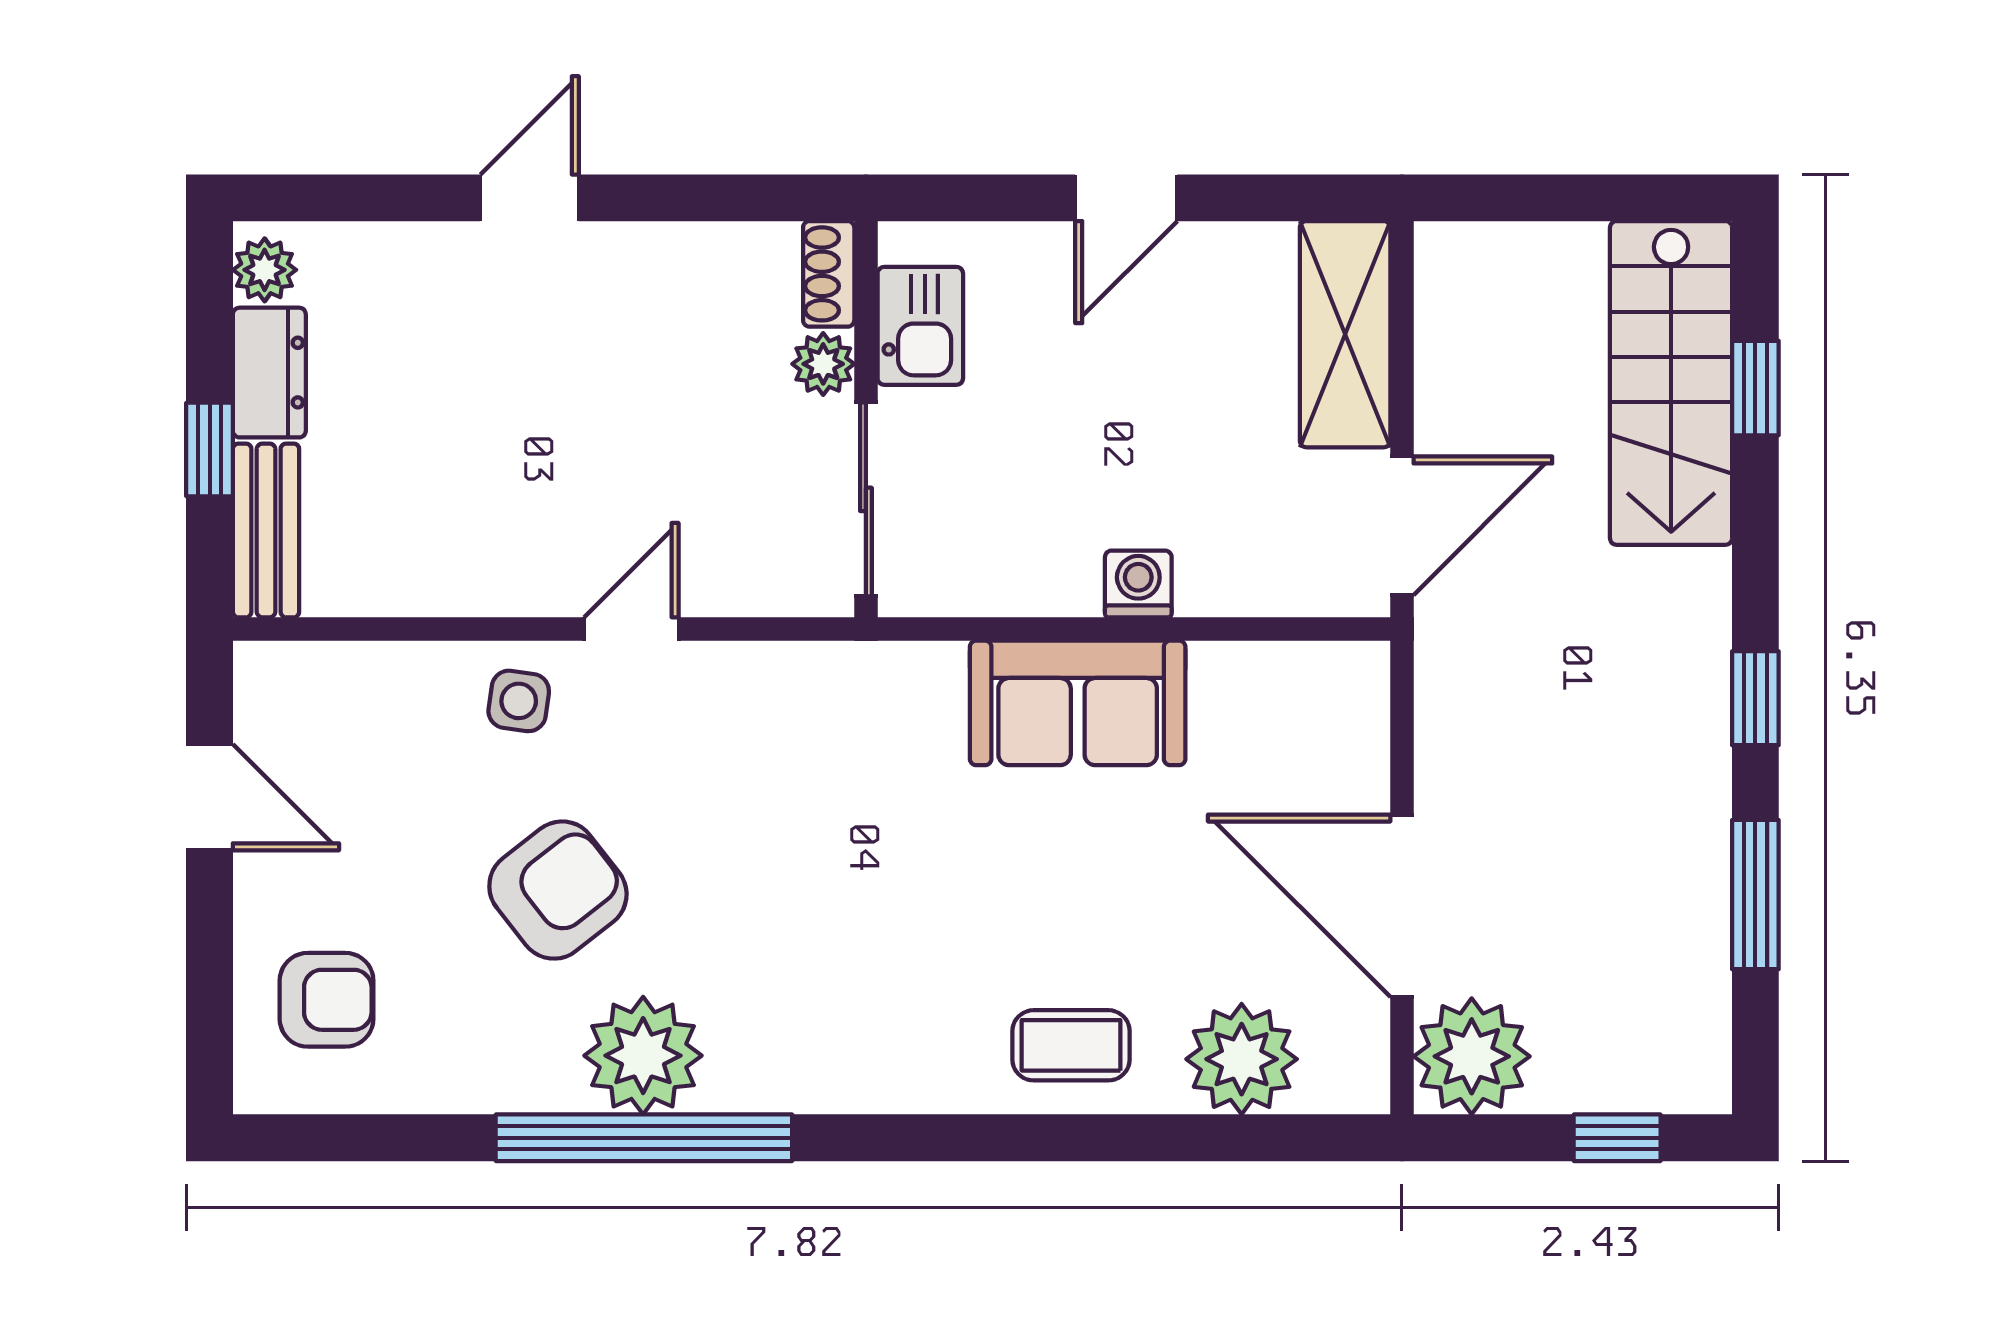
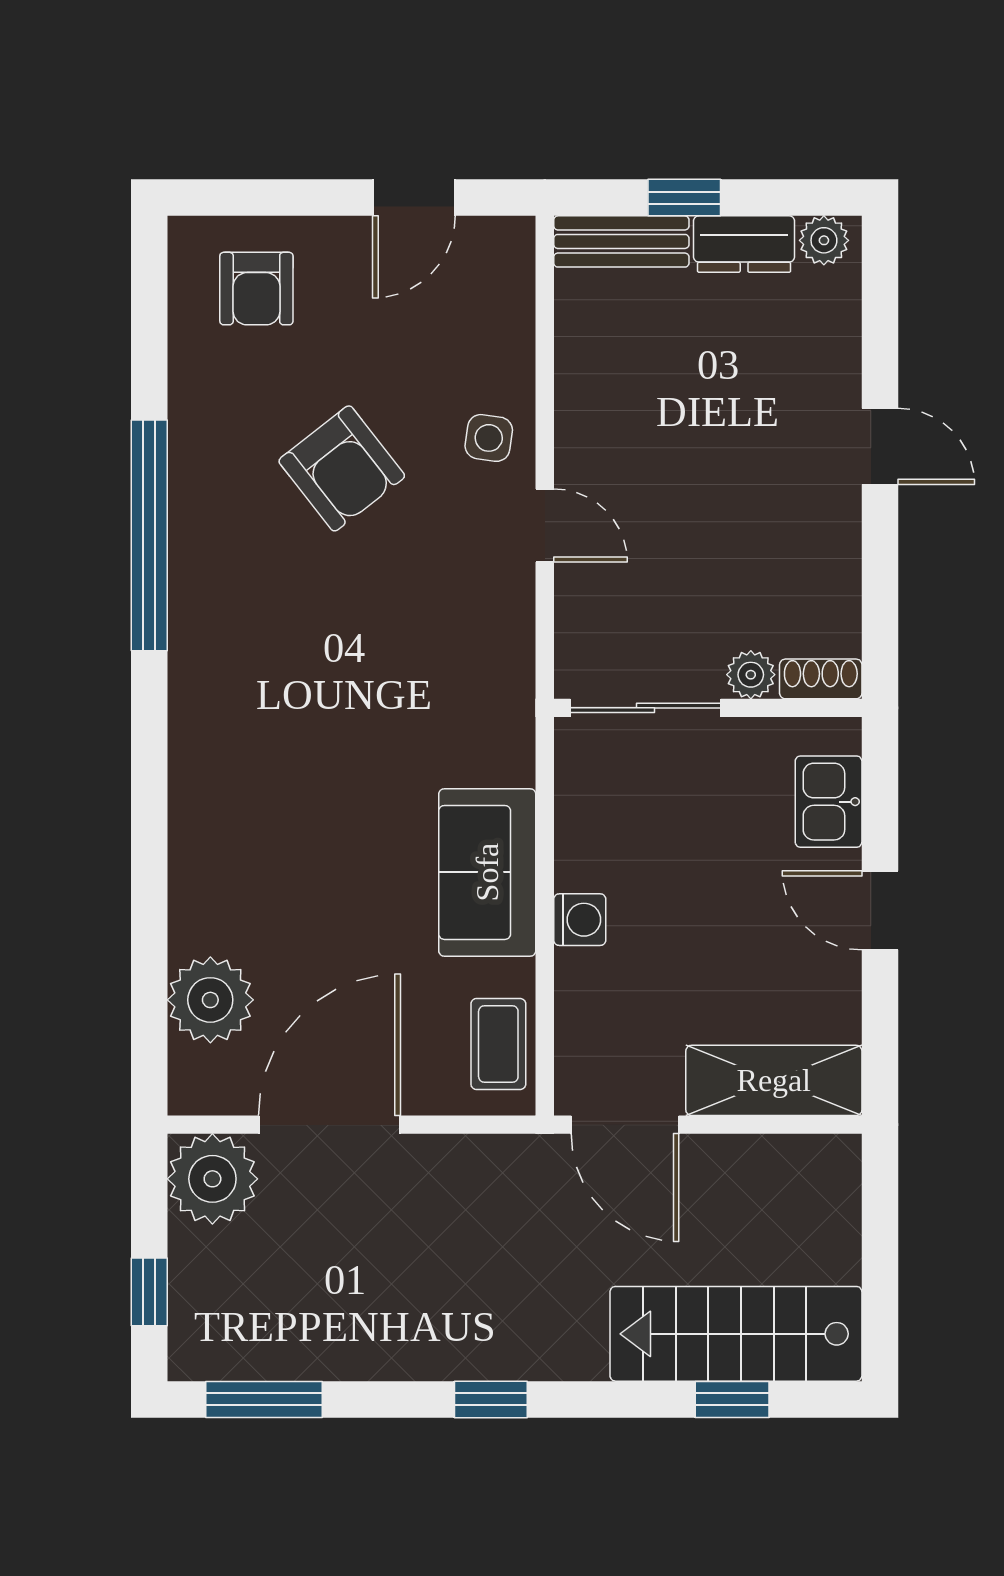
kitchen sink: (920, 326) -> (829, 802), moved, turned 90
window: (1755, 895) -> (264, 1399), moved
coffee table: (1071, 1045) -> (498, 1044), moved
plant: (643, 1056) -> (213, 535), removed

